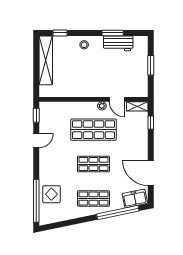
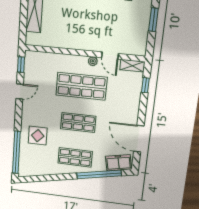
display table: (51, 194) -> (38, 136), moved

